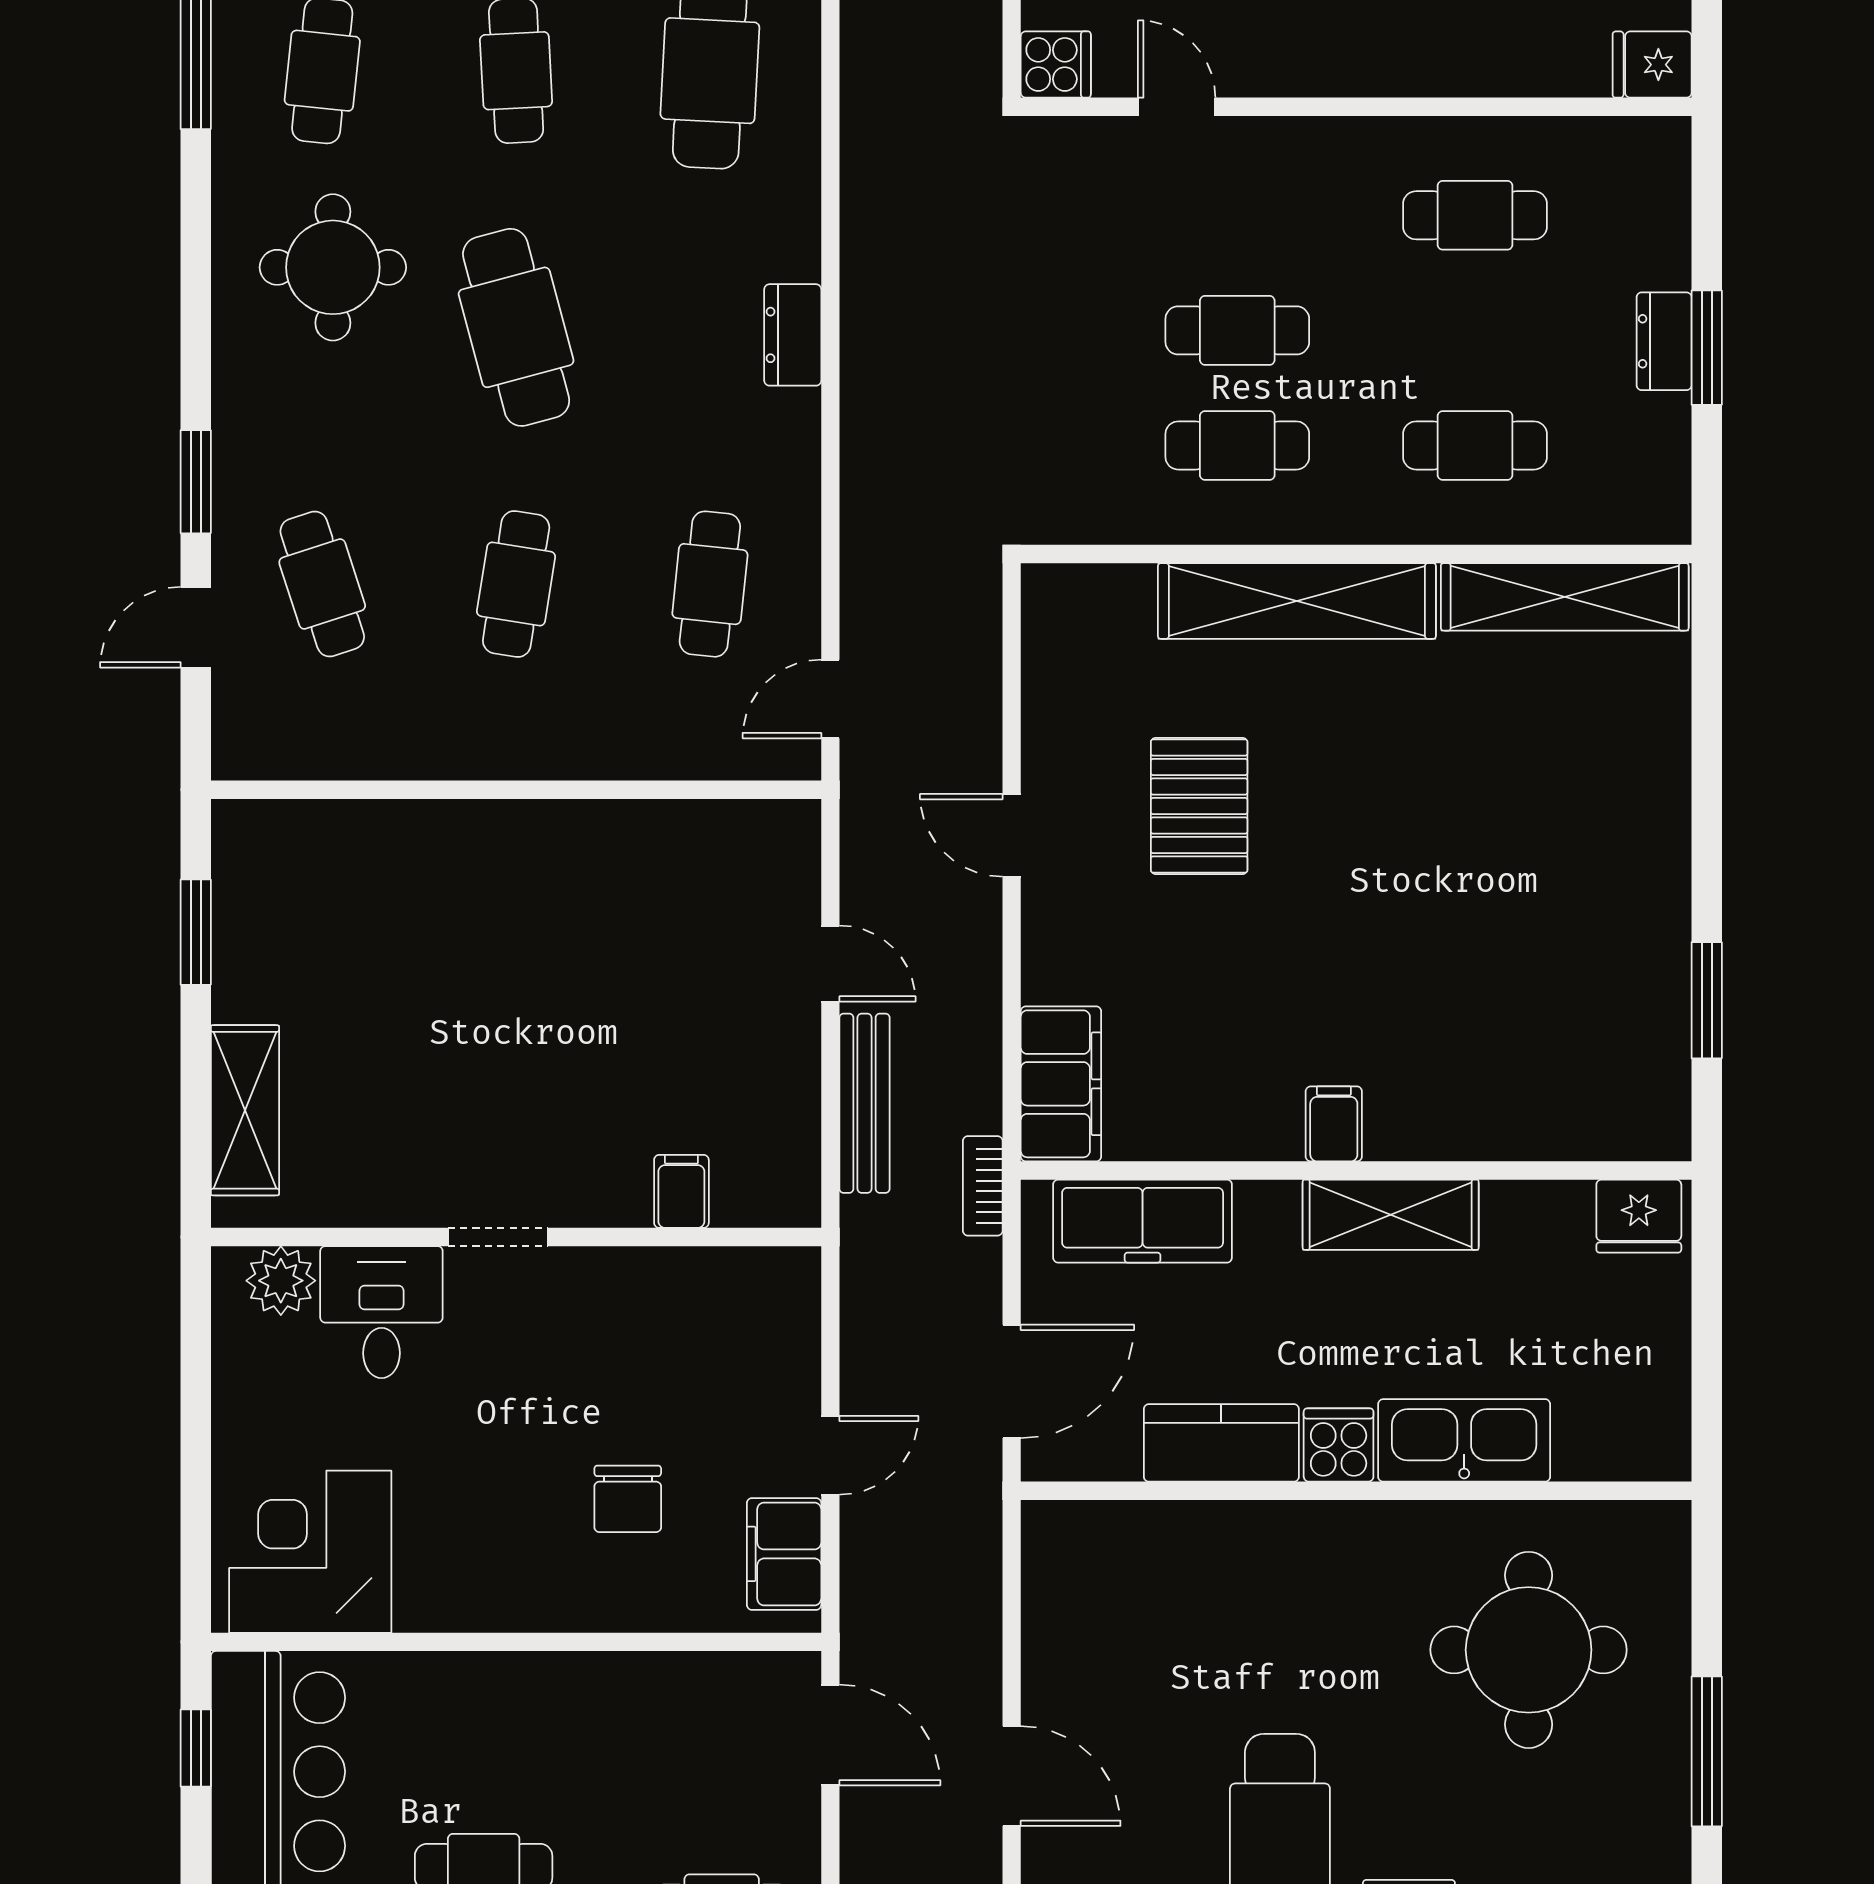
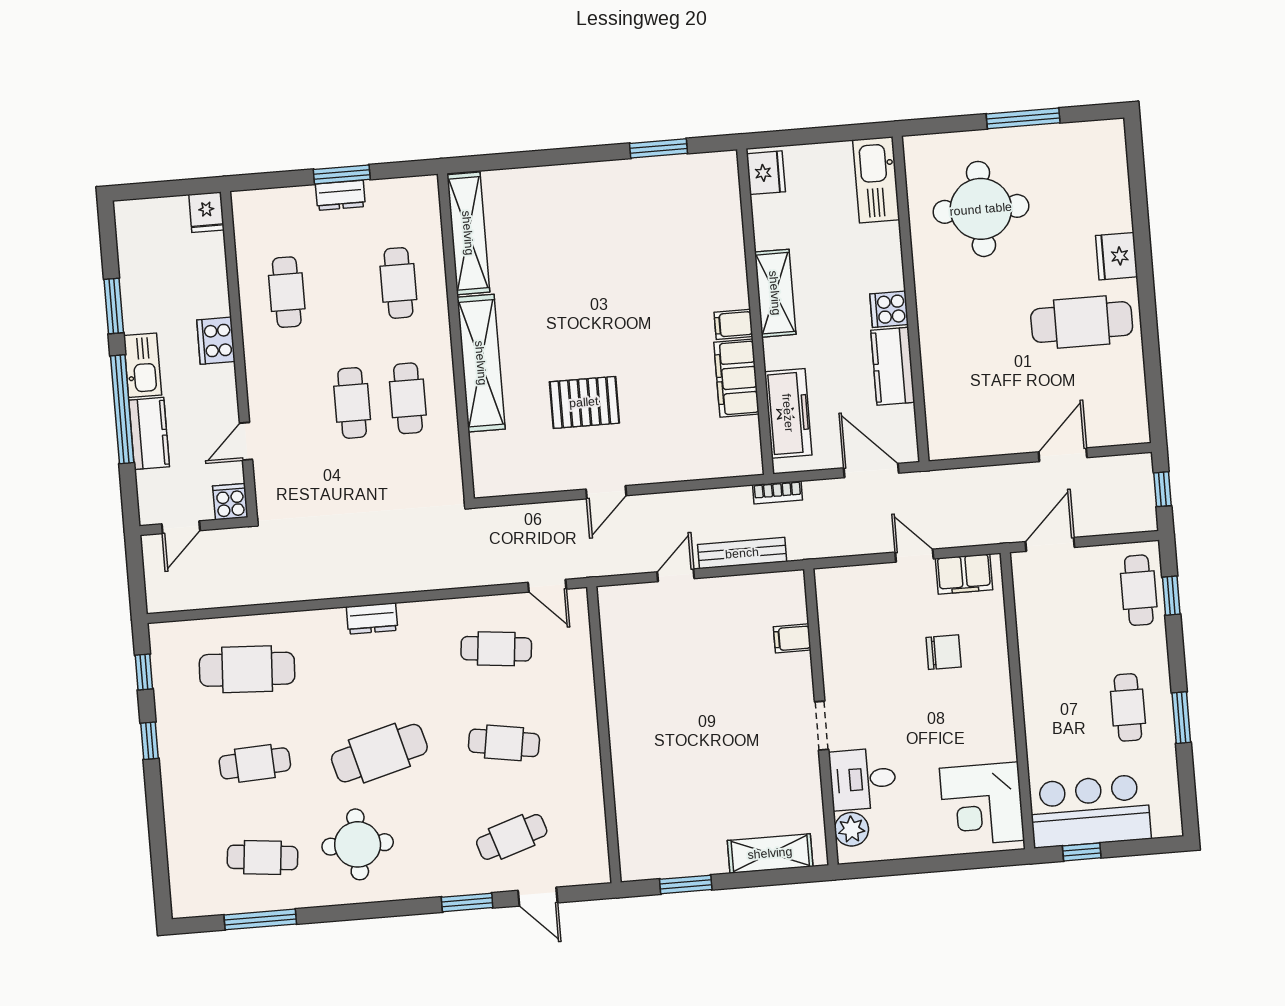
cooker: (1388, 62) -> (216, 341), added
filing cabinet: (1061, 1084) -> (736, 378), moved, turned -90
kitchen sink: (1464, 1440) -> (876, 180), moved

